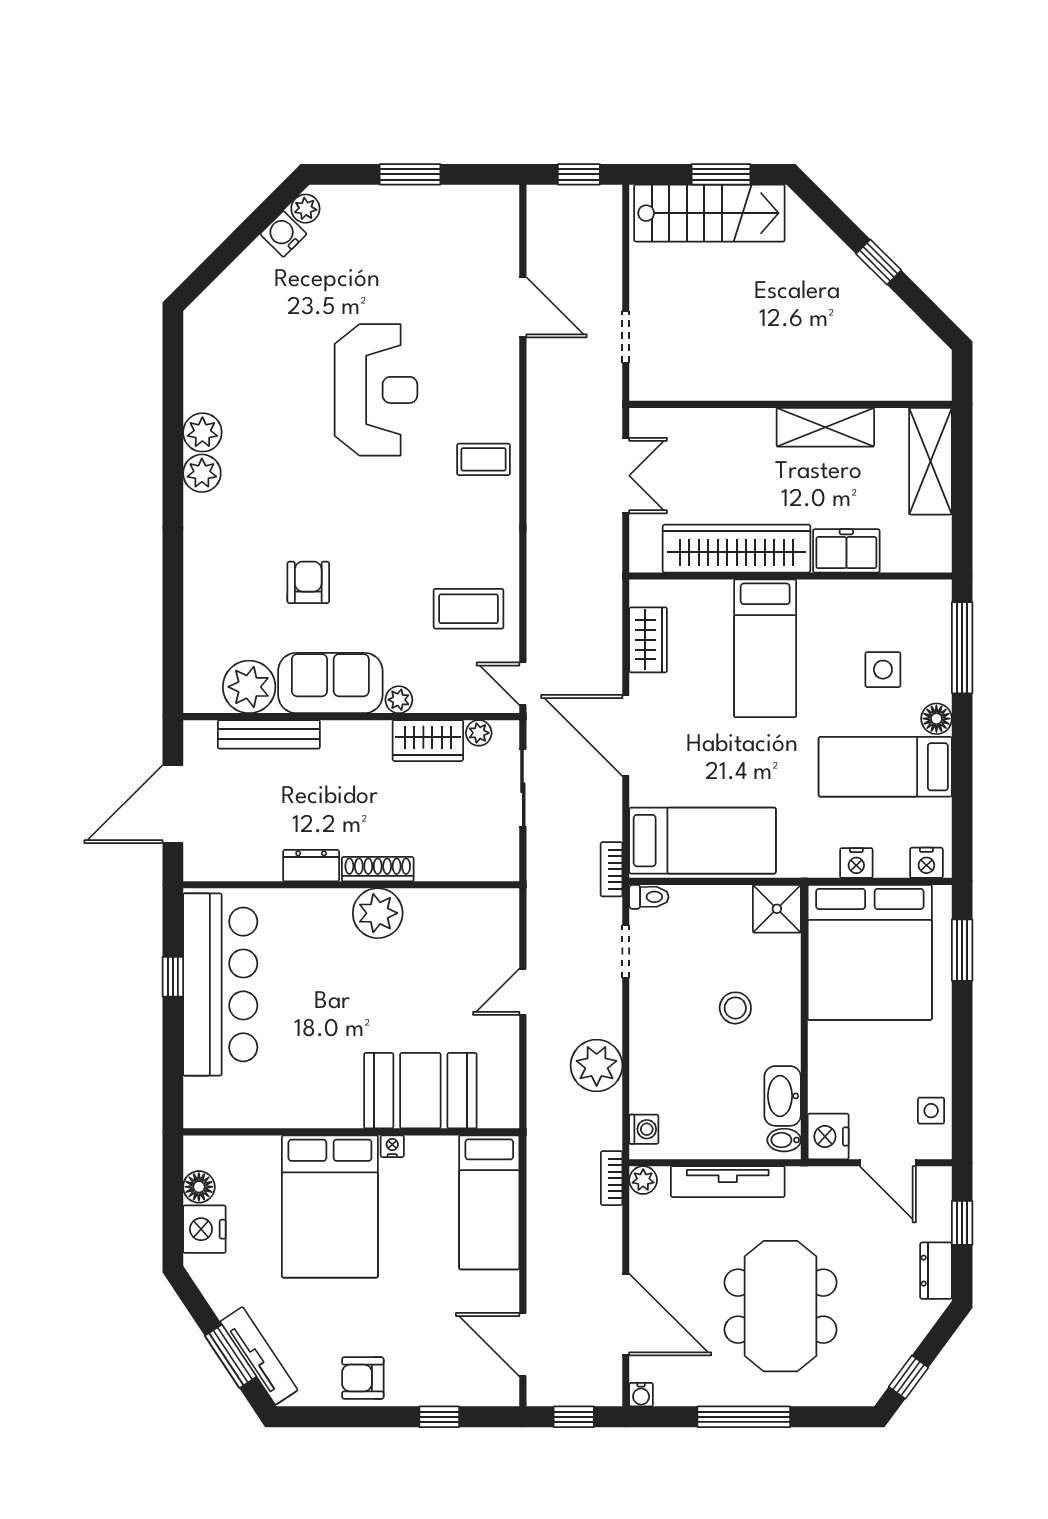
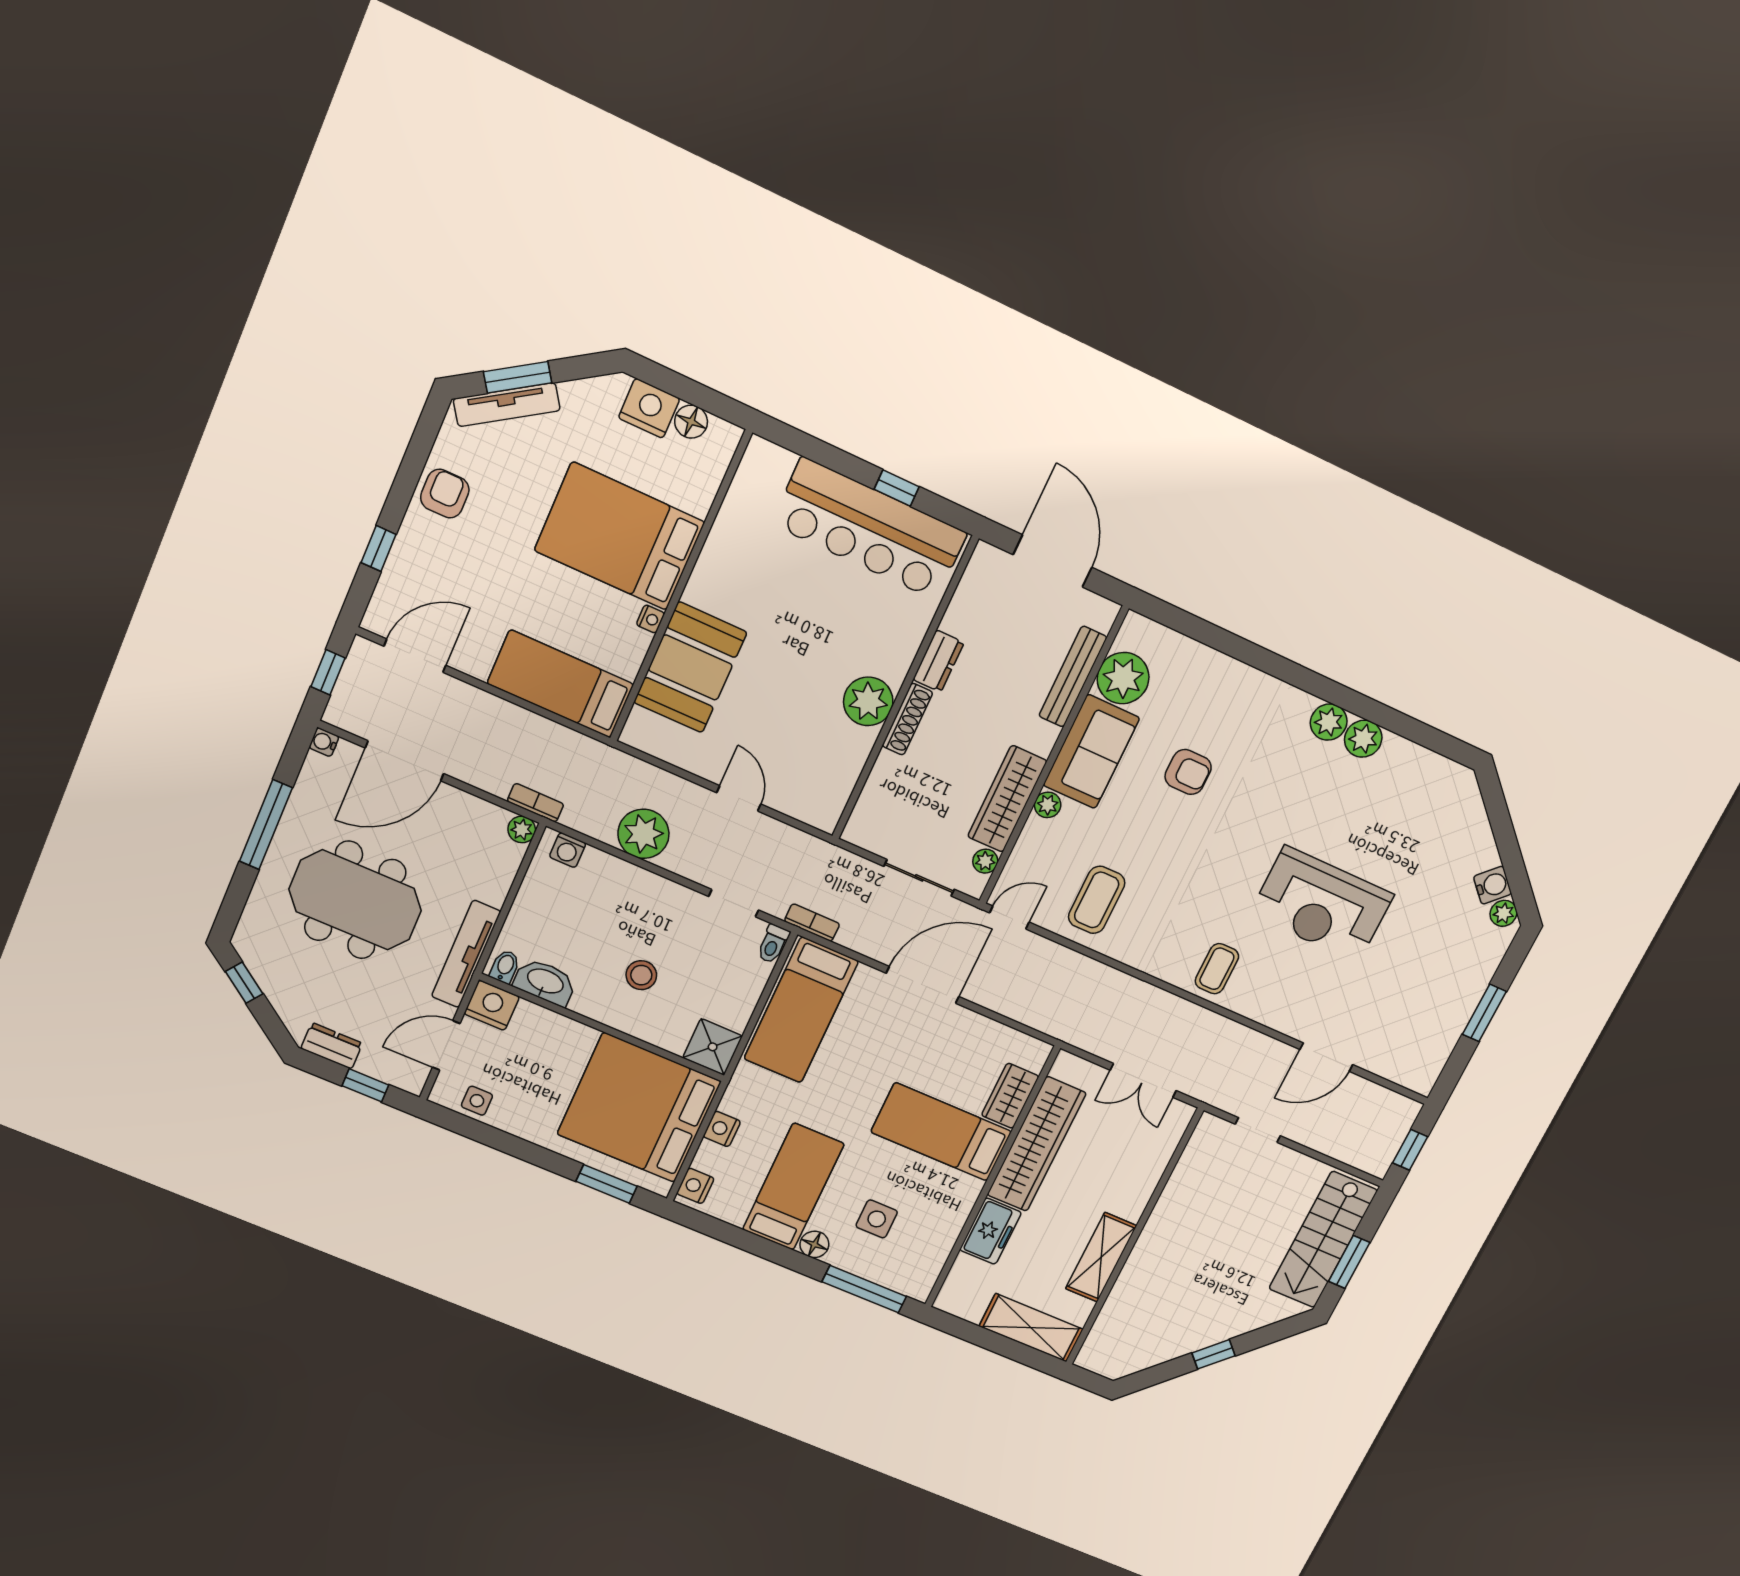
wardrobe: (648, 640) -> (1010, 1096), moved, turned 90
wardrobe: (428, 741) -> (1007, 799), width x1.50
tv unit: (728, 1182) -> (466, 954), moved

